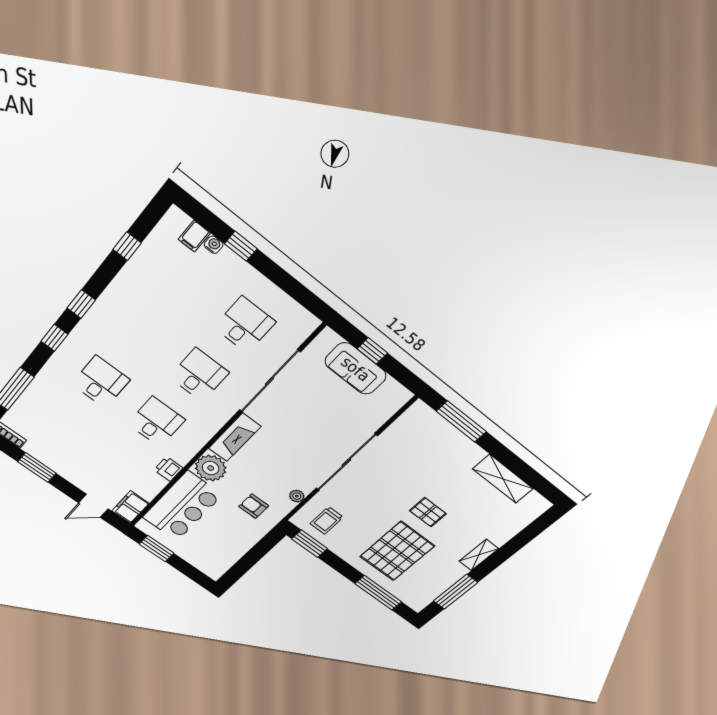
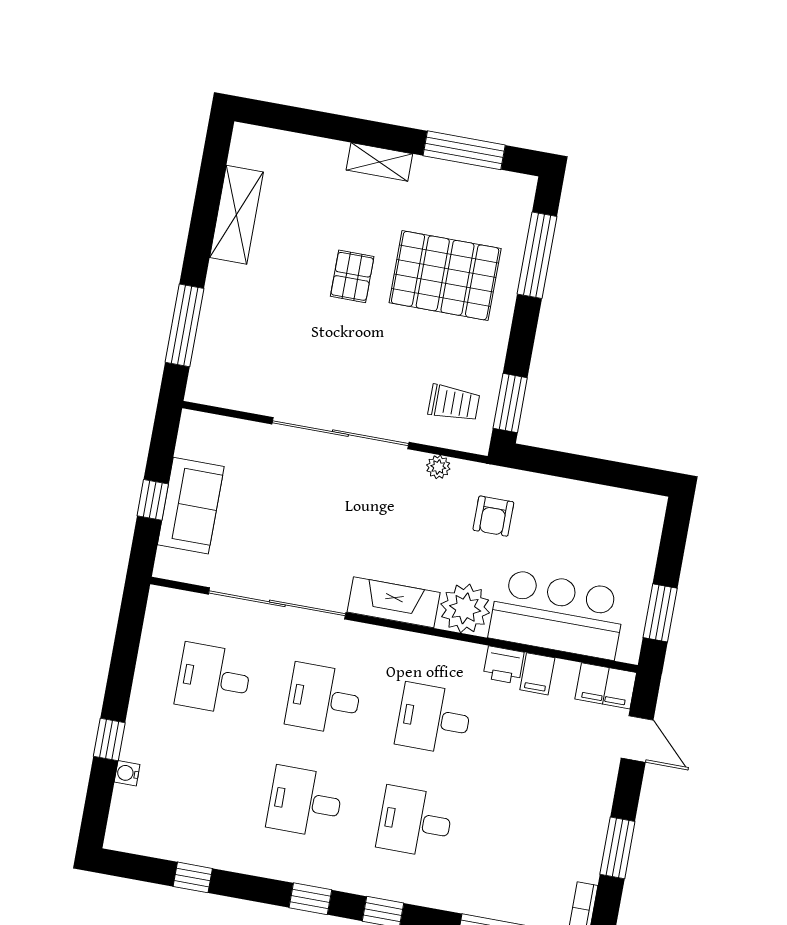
filing cabinet: (194, 236) -> (537, 674), moved, turned 90
desk: (142, 333) -> (305, 802), added

